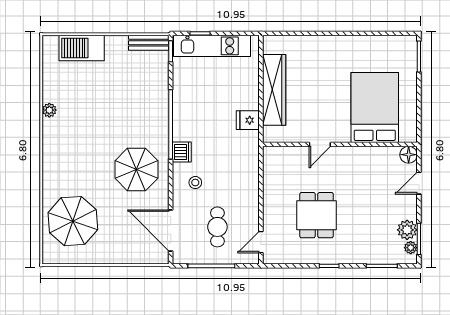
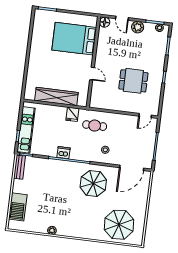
dishwasher: (182, 152) -> (64, 153), moved
cafe table: (217, 227) -> (95, 126), moved
plant: (407, 230) -> (138, 27), moved
door: (261, 242) -> (145, 116), hinge flipped

